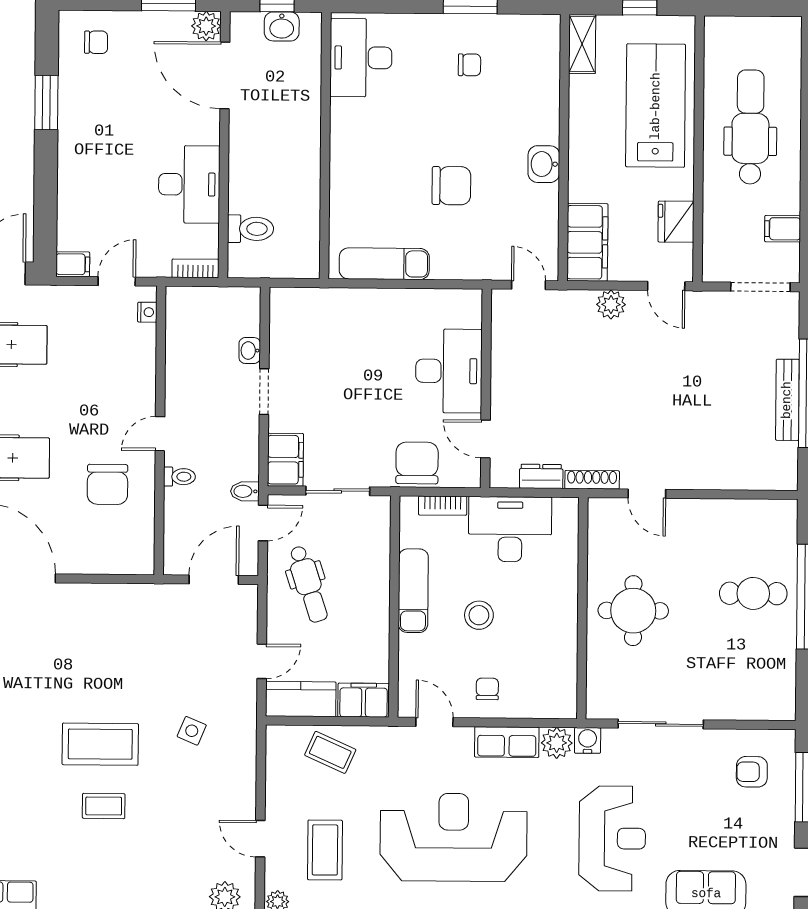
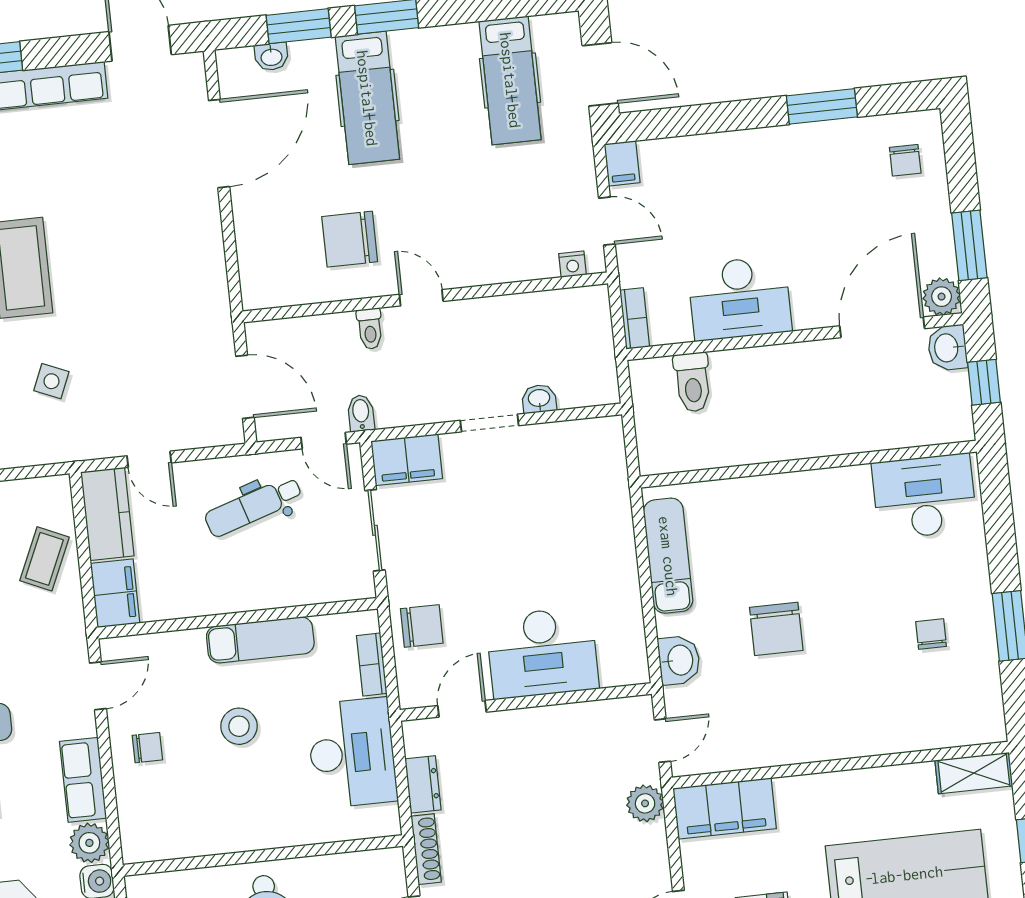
washbasin: (282, 27) -> (947, 348), moved
chair: (469, 65) -> (931, 634), turned 180
washbasin: (544, 164) -> (679, 660), moved, turned 90
plant: (611, 304) -> (645, 803), moved
chair: (417, 463) -> (422, 626), width x0.73, depth x0.73

